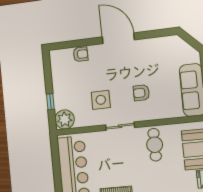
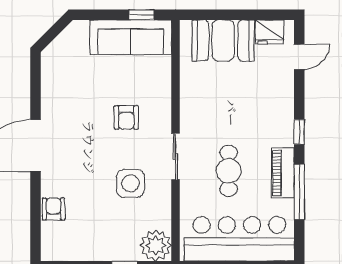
cafe table: (155, 145) -> (229, 171), moved, turned 90

